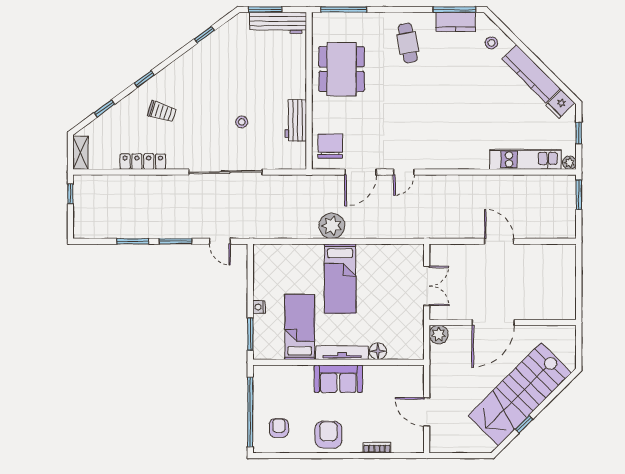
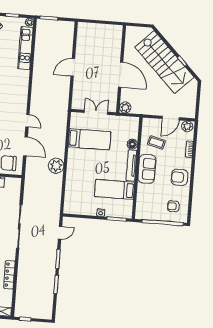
bed: (340, 279) -> (89, 139), moved
coffee table: (384, 391) -> (156, 142), added
plant: (415, 441) -> (187, 126), added

